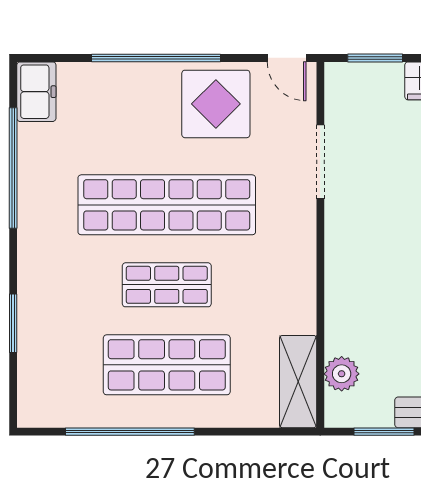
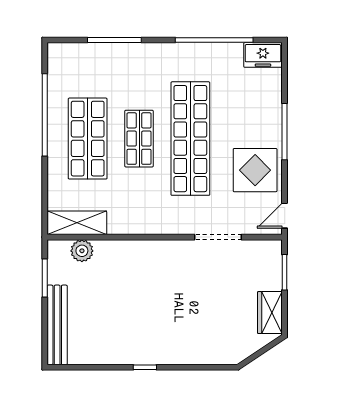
window: (156, 58) -> (285, 132), width x0.68
window: (13, 323) -> (114, 40), width x1.44

